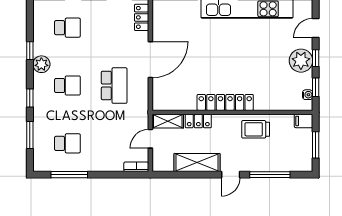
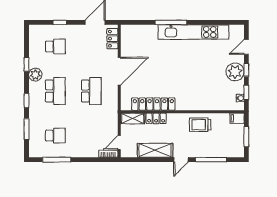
school desk: (67, 86) -> (55, 91), width x1.85
locker: (225, 102) -> (153, 104), moved
door: (150, 139) -> (119, 143), moved

